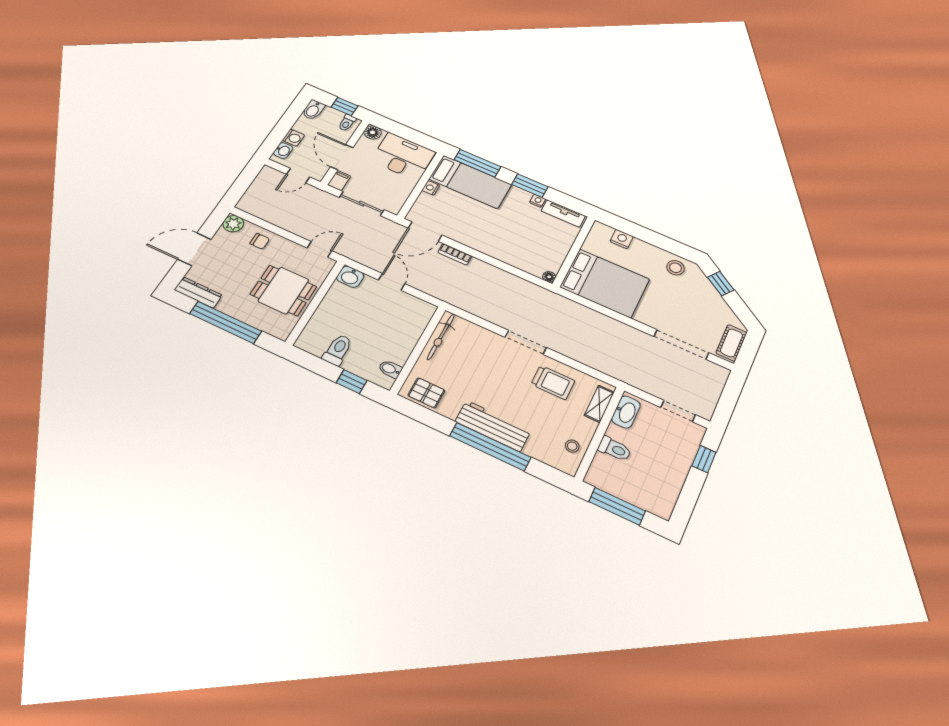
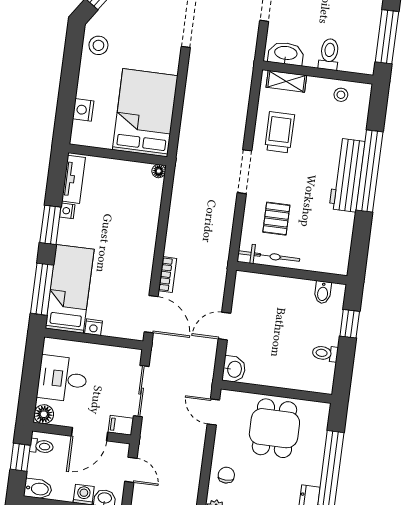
desk: (403, 156) -> (62, 379), width x0.73
toilet: (338, 350) -> (325, 353), width x0.73, depth x0.72
pallet: (426, 393) -> (276, 219), moved

